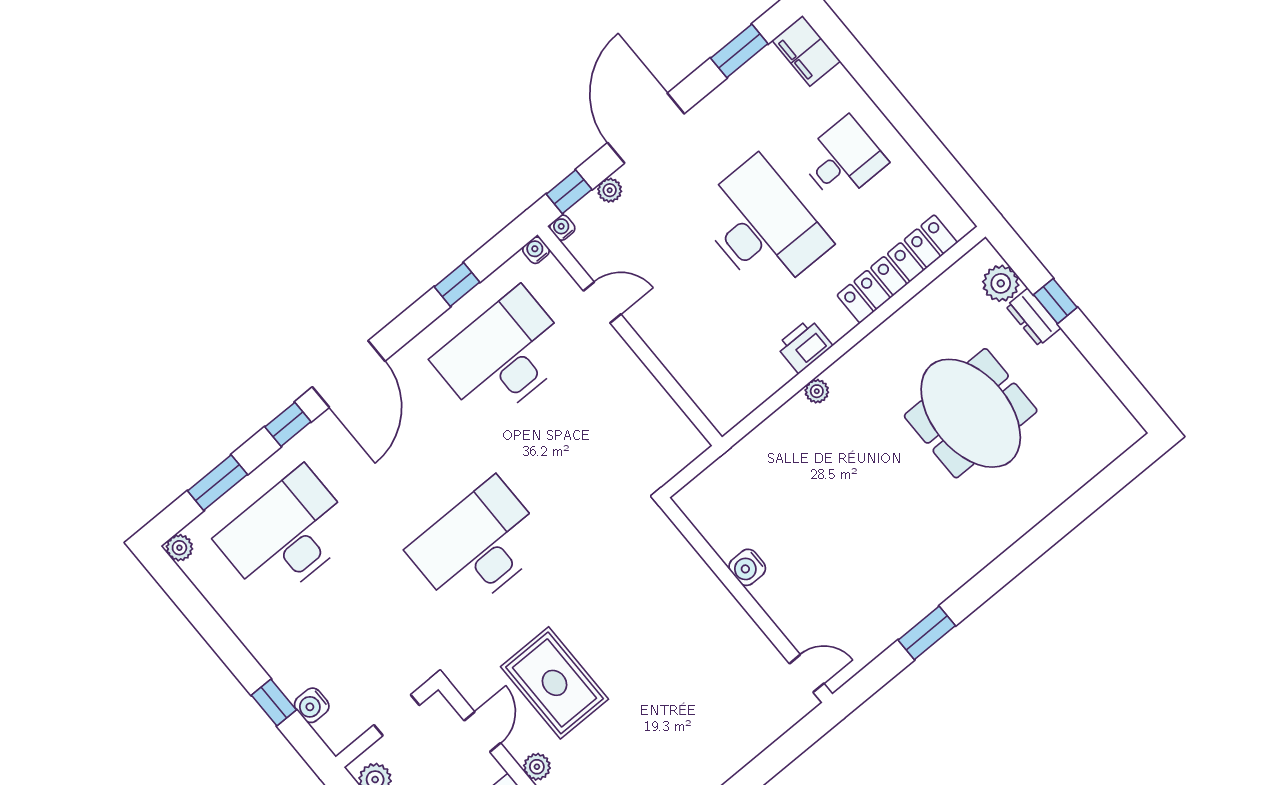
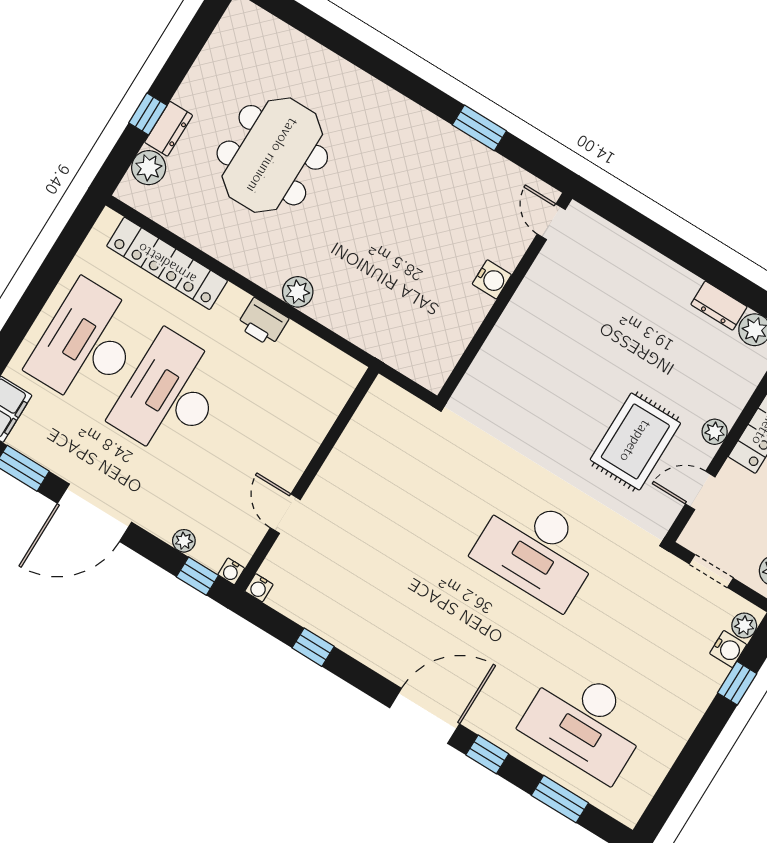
door: (646, 128) -> (94, 513), moved
desk: (843, 160) -> (87, 344), width x1.87, depth x1.30
desk: (503, 356) -> (362, 585), removed
plant: (817, 391) -> (298, 292), width x1.38, depth x1.38
plant: (179, 548) -> (744, 625), moved
water cooler: (747, 567) -> (492, 279), moved

